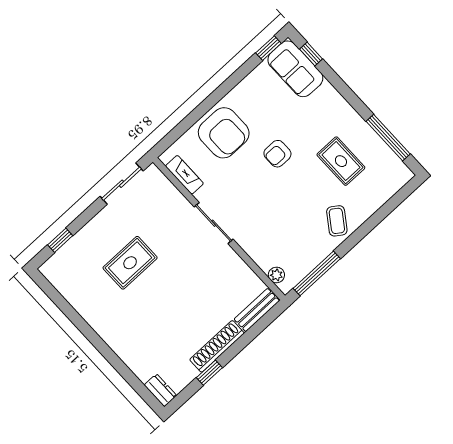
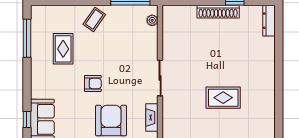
bench: (257, 310) -> (180, 11), removed
dresser: (160, 390) -> (269, 21), width x1.44

